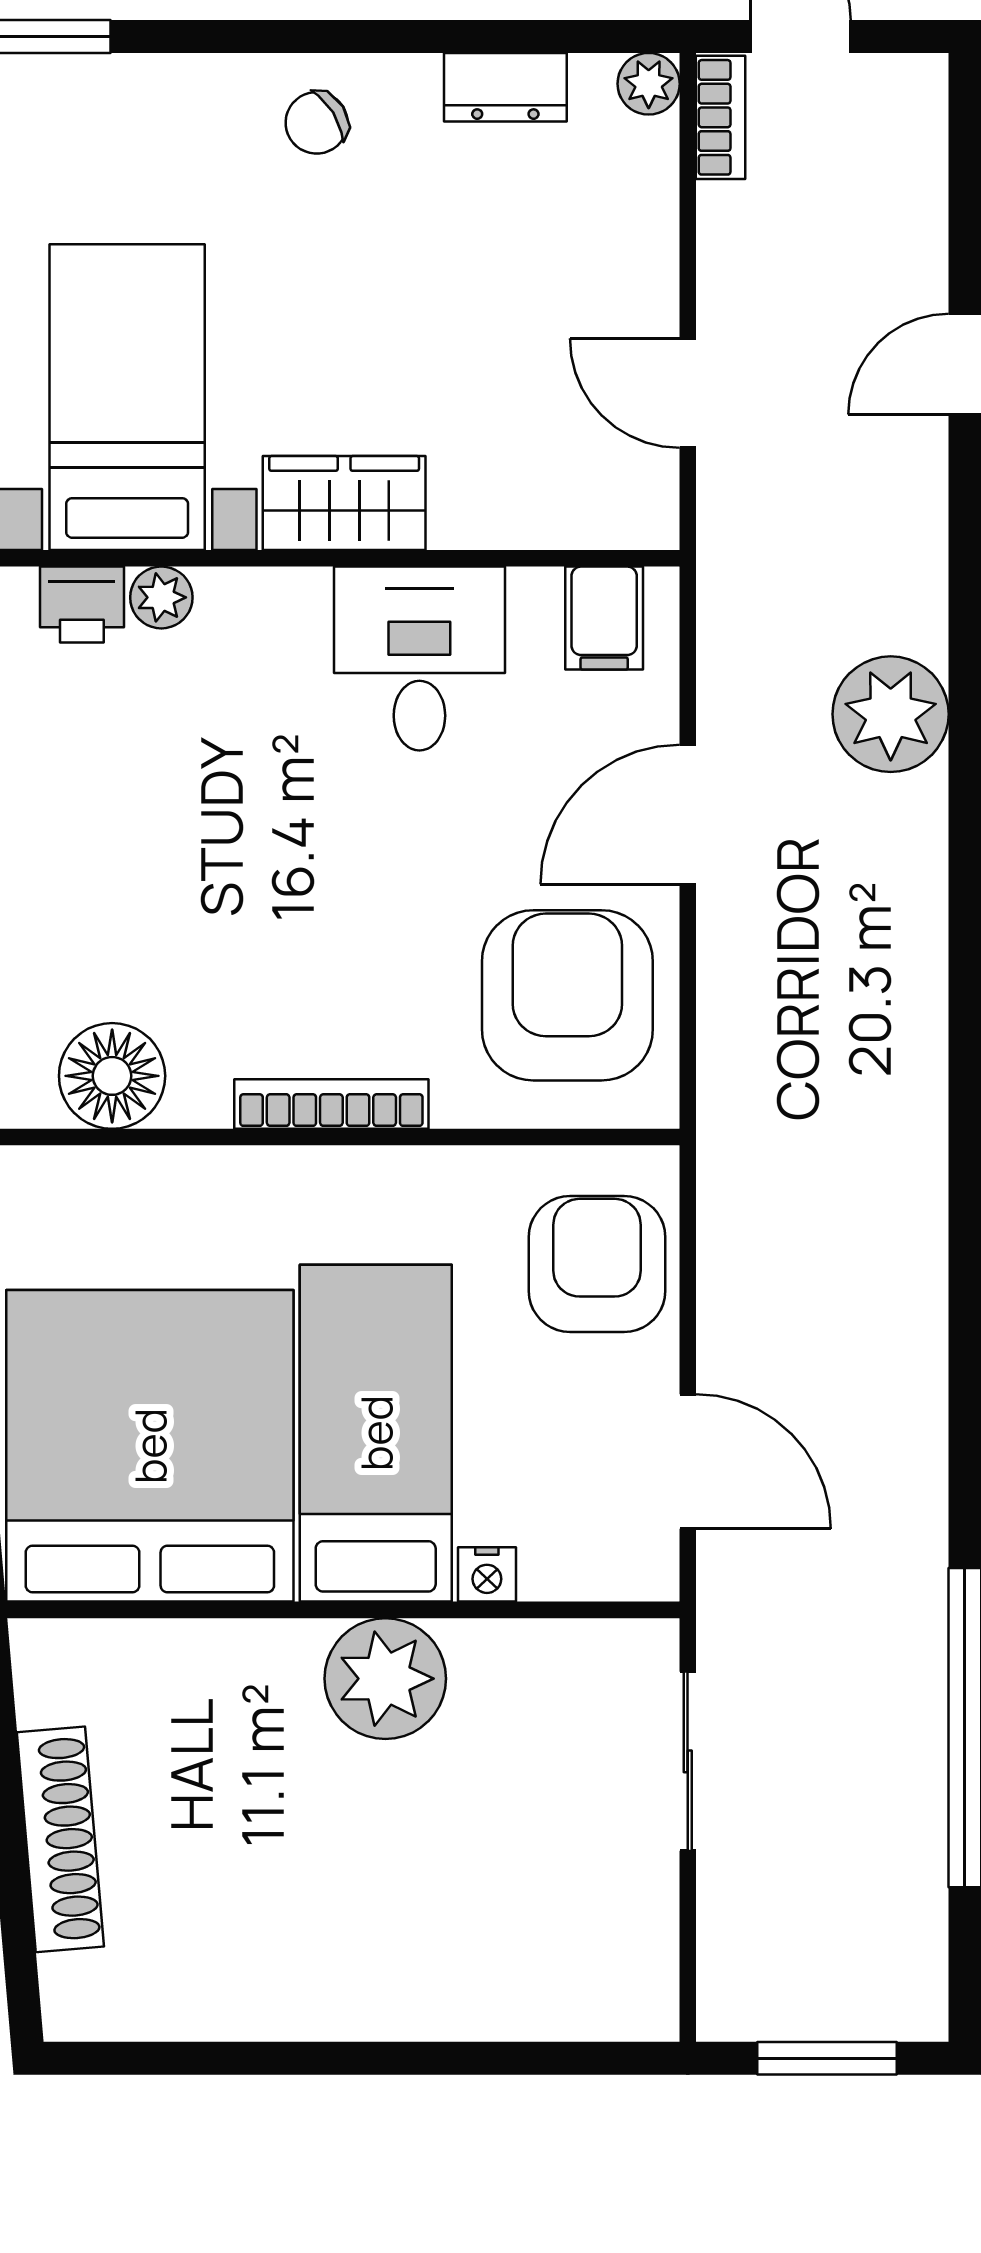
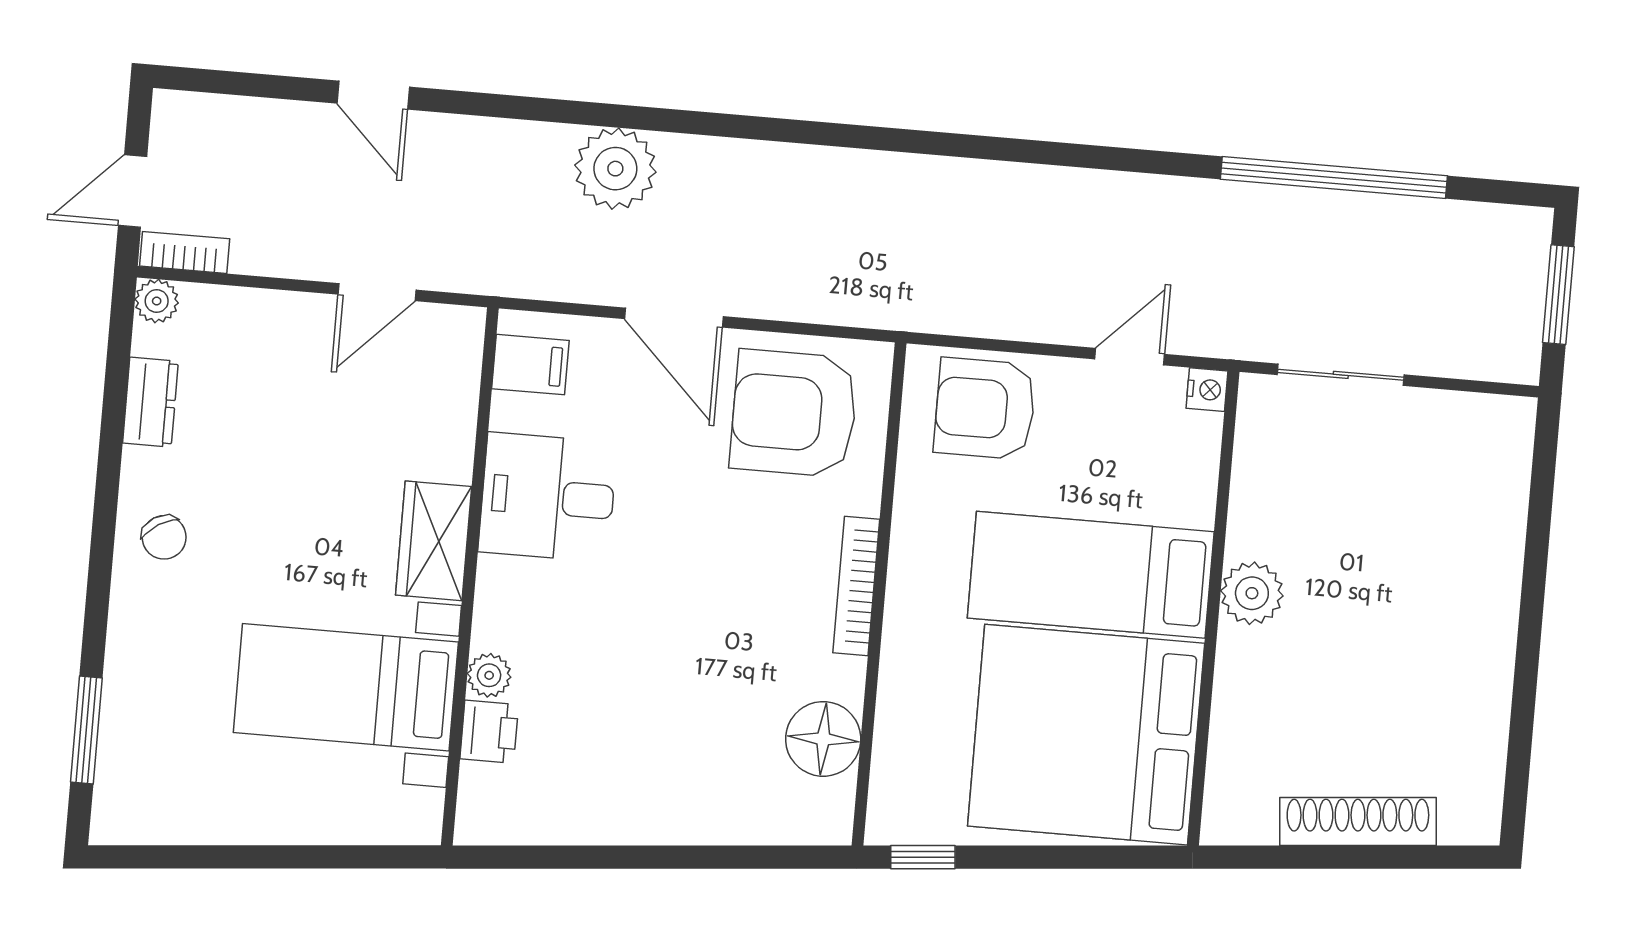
door: (688, 1461) -> (1130, 357), width x0.73
nightstand: (487, 1574) -> (1207, 390), moved
plant: (385, 1679) -> (1252, 593), width x0.73, depth x0.73

